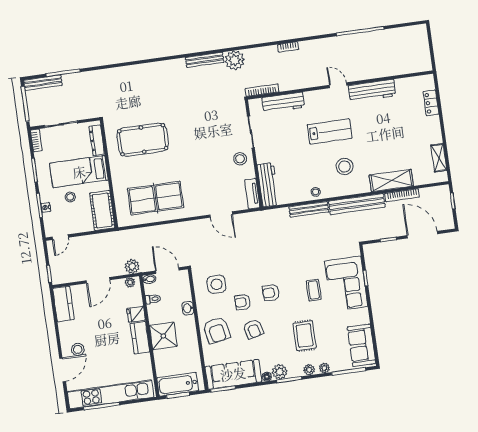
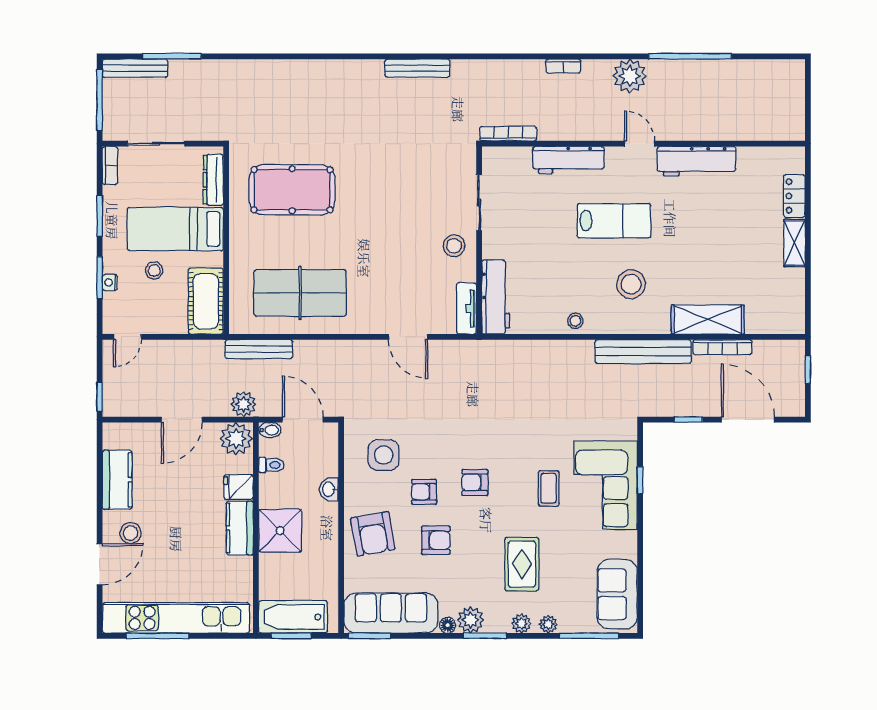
plant: (235, 60) -> (630, 76), moved
workbench: (283, 102) -> (568, 160), moved
shelving: (439, 158) -> (794, 243), moved
bench: (309, 209) -> (259, 349), moved
plant: (130, 282) -> (236, 439), width x1.87, depth x1.87
kitchen counter: (64, 304) -> (117, 480), moved
armchair: (253, 329) -> (436, 540), turned -75

